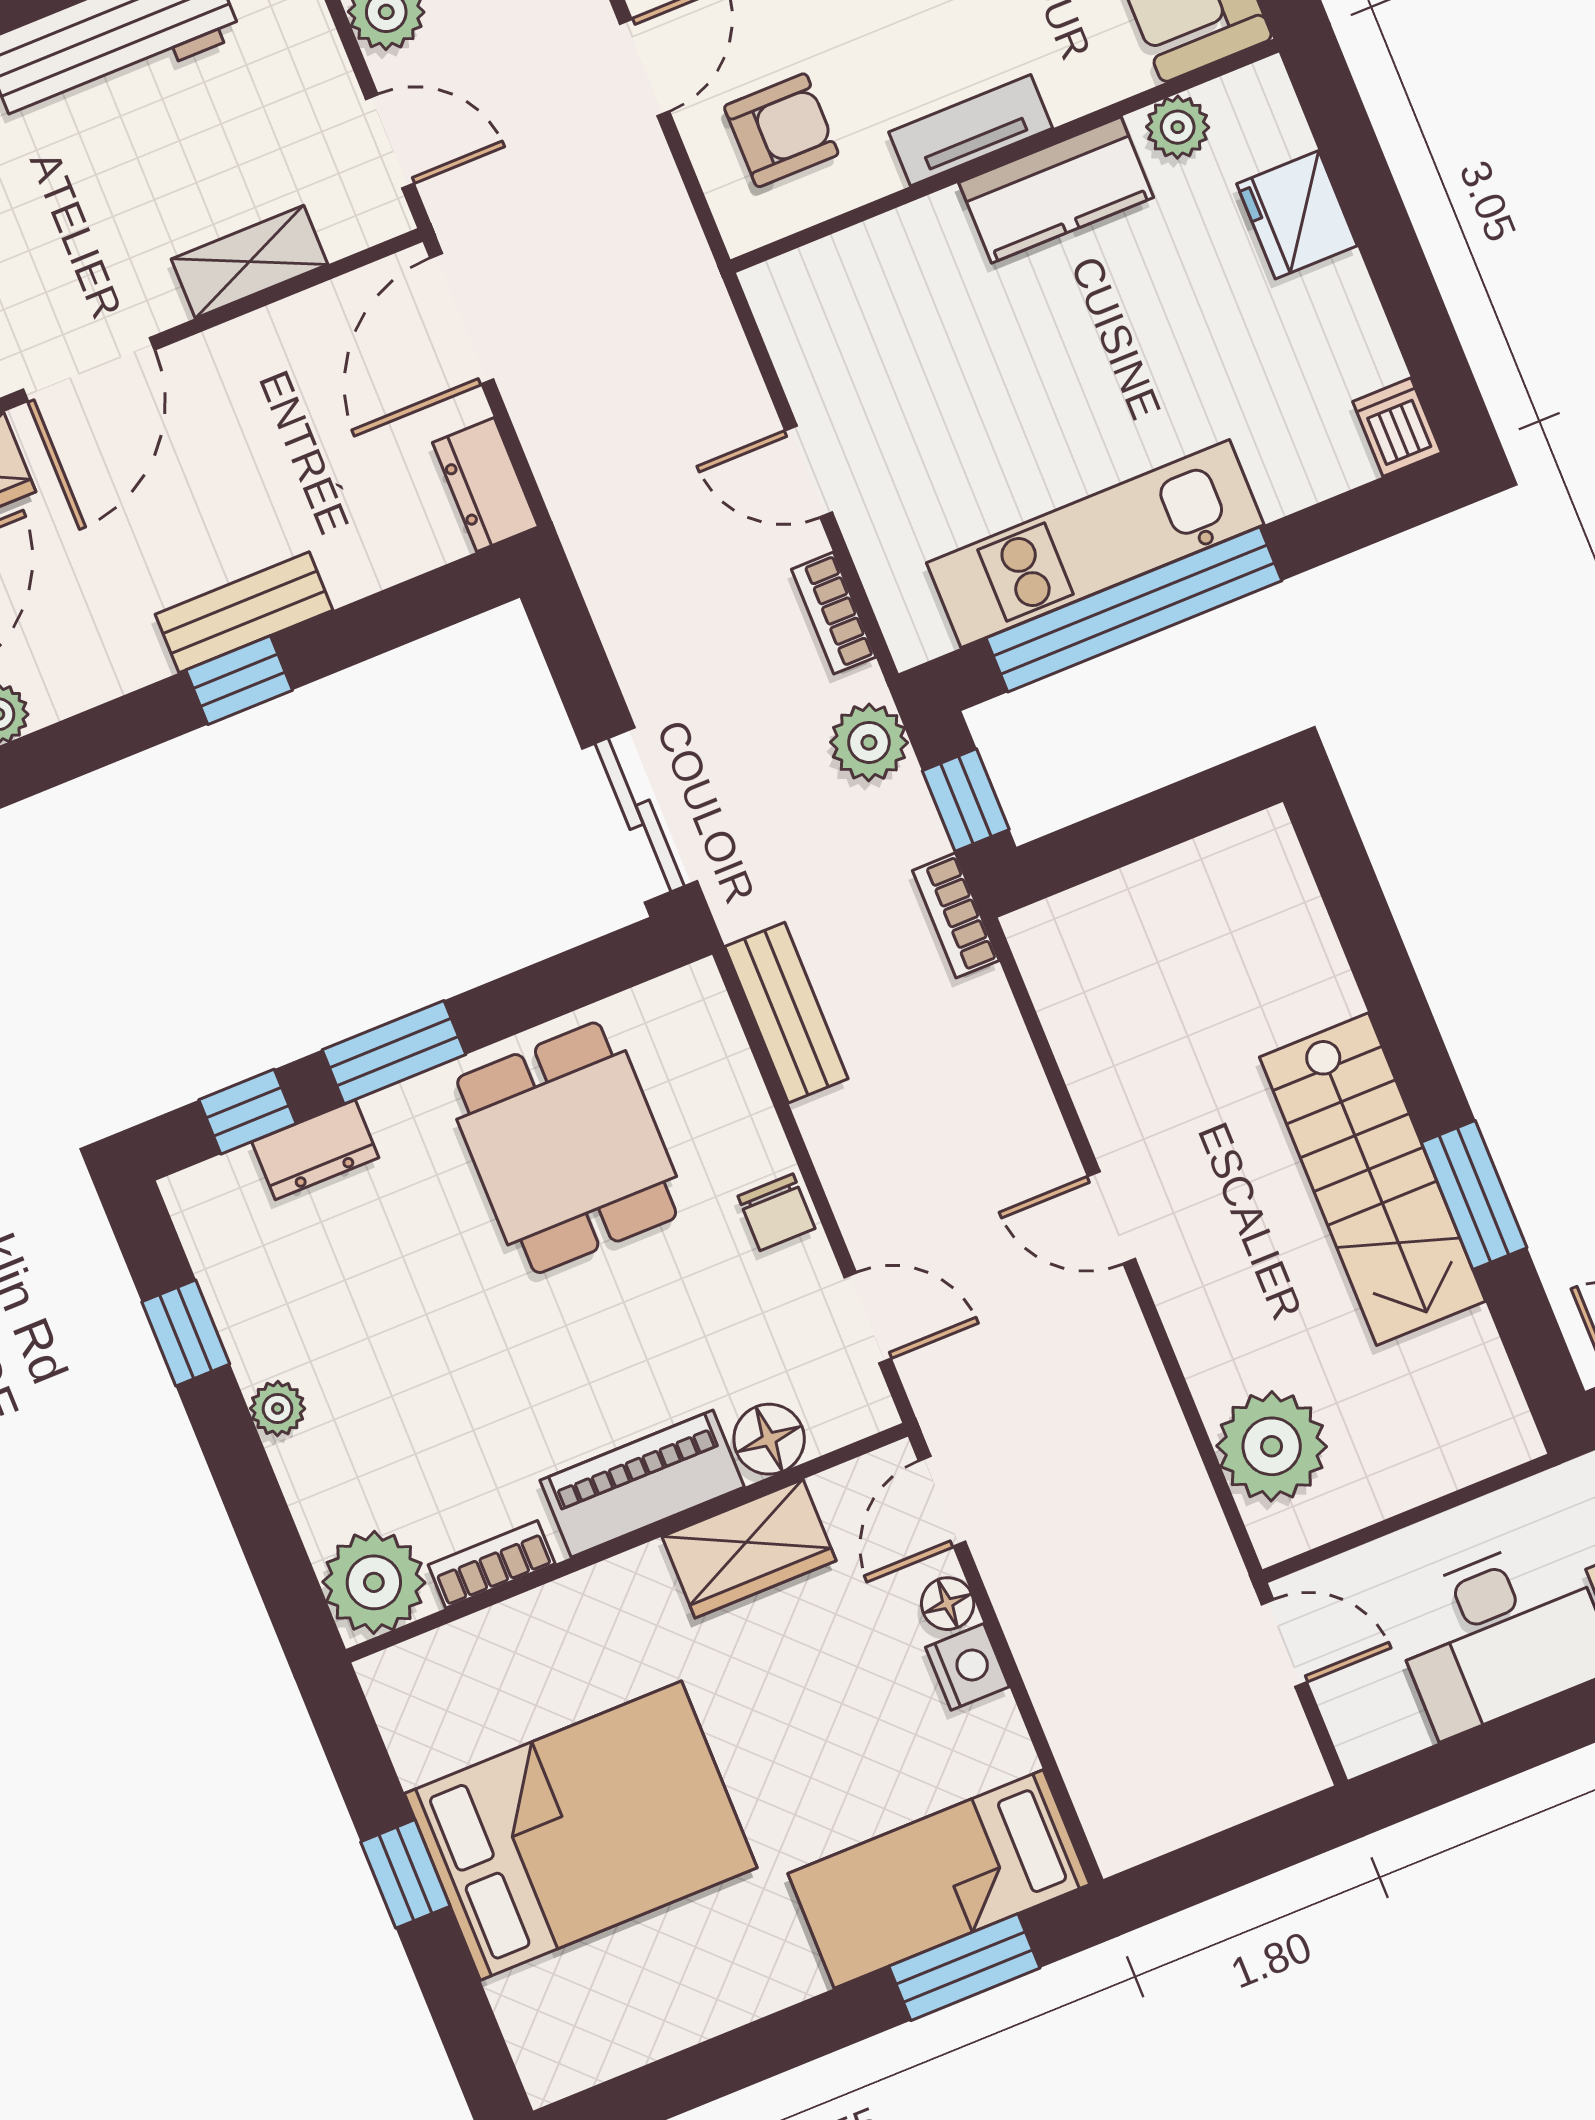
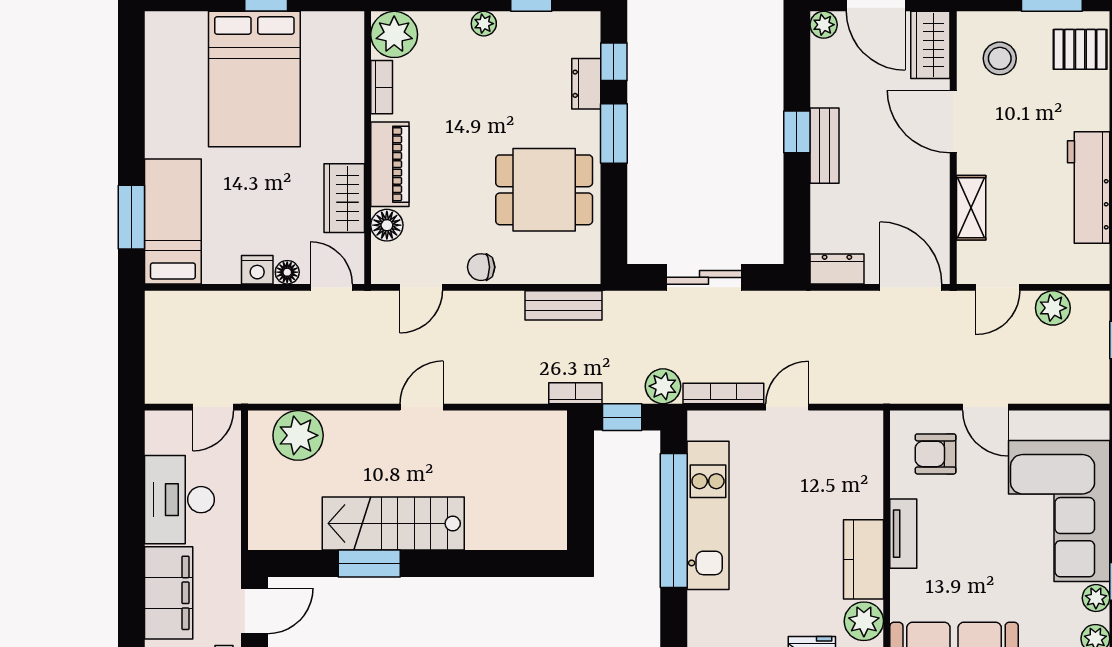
plant: (1178, 127) -> (864, 621), width x1.38, depth x1.38
armchair: (781, 130) -> (936, 454), turned 90
bookcase: (834, 613) -> (723, 394), width x1.56
sliding door: (640, 815) -> (704, 277), moved

